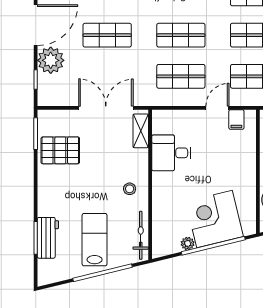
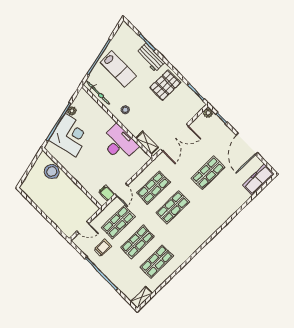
plant: (51, 60) -> (208, 113), moved, width x0.53, depth x0.53
pallet: (60, 150) -> (165, 85), moved
desk: (171, 153) -> (119, 143), width x1.37
workbench: (48, 238) -> (151, 58), moved

